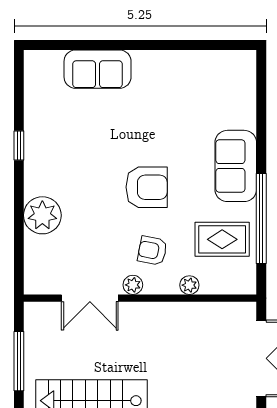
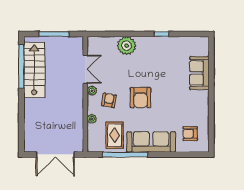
armchair: (219, 88) -> (190, 134), added
sofa: (236, 166) -> (151, 142), width x1.36
double door: (90, 298) -> (85, 69), swing flipped

